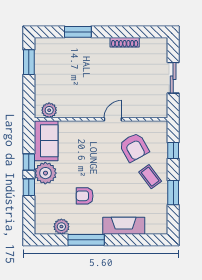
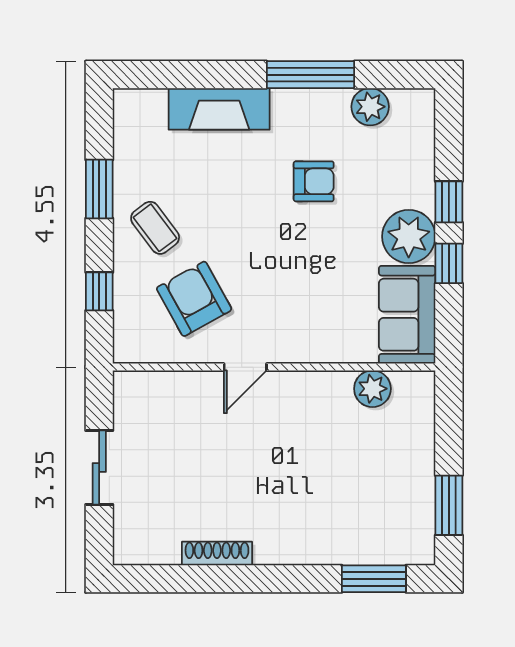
window: (78, 32) -> (374, 579), moved
plant: (49, 110) -> (372, 389), moved

